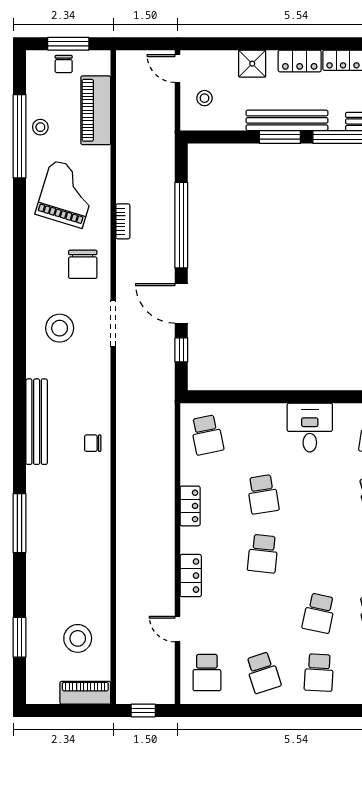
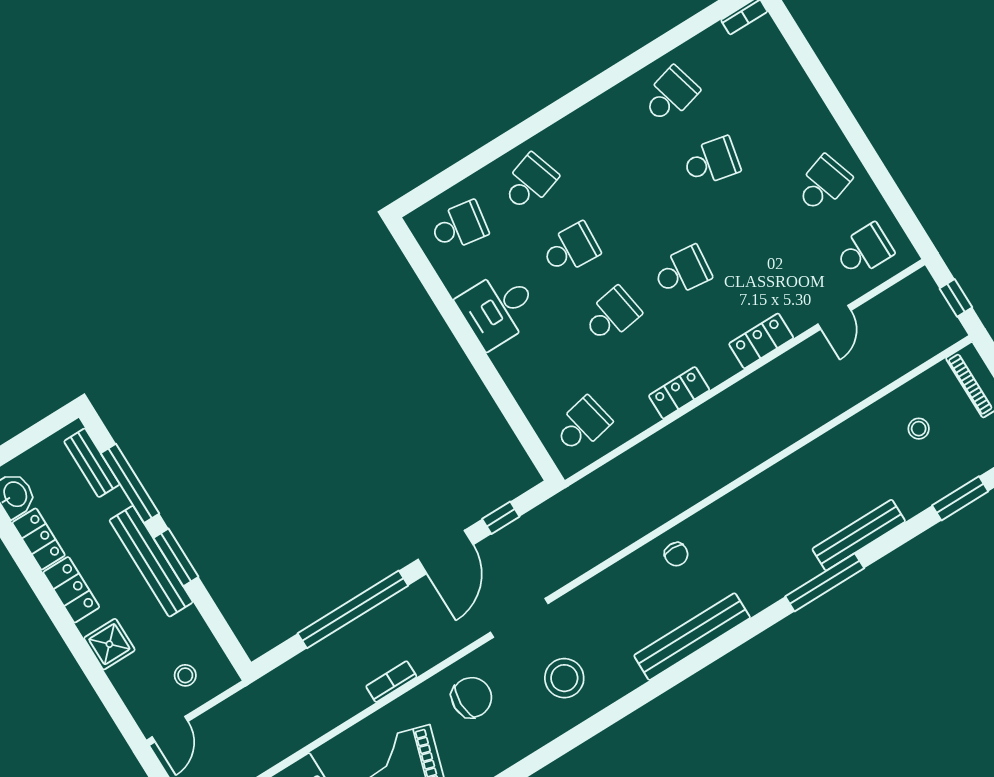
bench: (35, 562) -> (859, 535), added
stool: (78, 638) -> (919, 429), width x0.53, depth x0.53
school desk: (319, 673) -> (571, 249), moved

